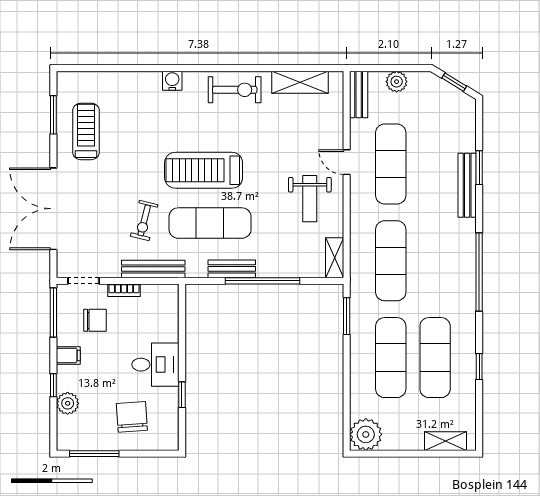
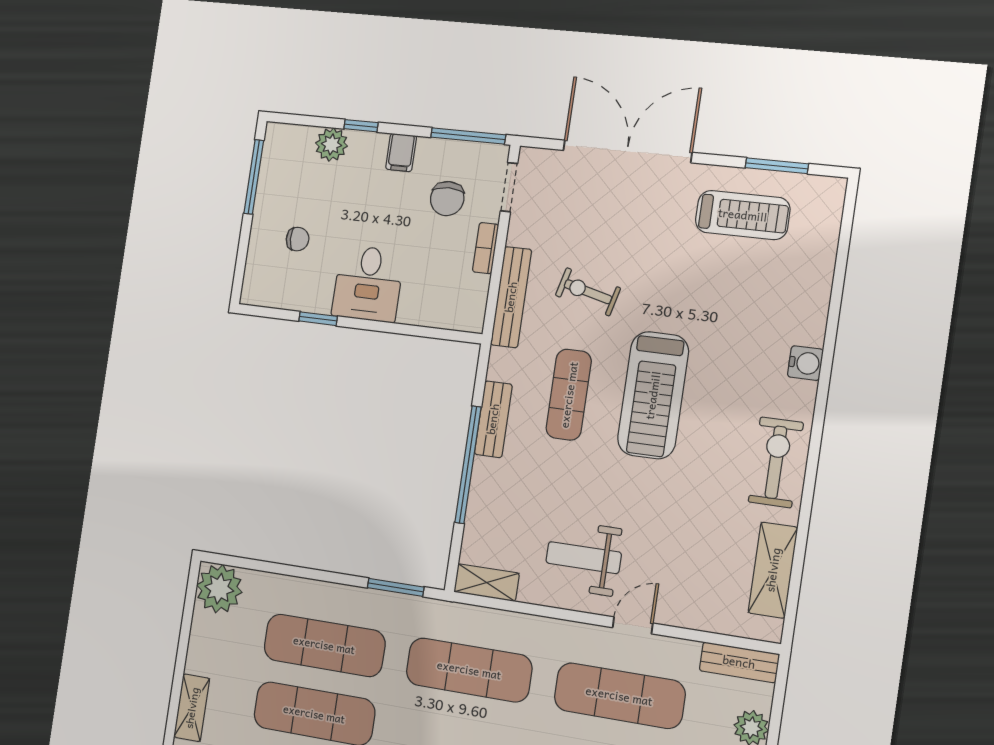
exercise bike: (235, 90) -> (776, 462), turned 180
treadmill: (204, 170) -> (653, 395), turned 180
exercise mat: (210, 223) -> (569, 395), width x0.73, depth x0.69
chair: (132, 417) -> (298, 239), width x0.54, depth x0.54

